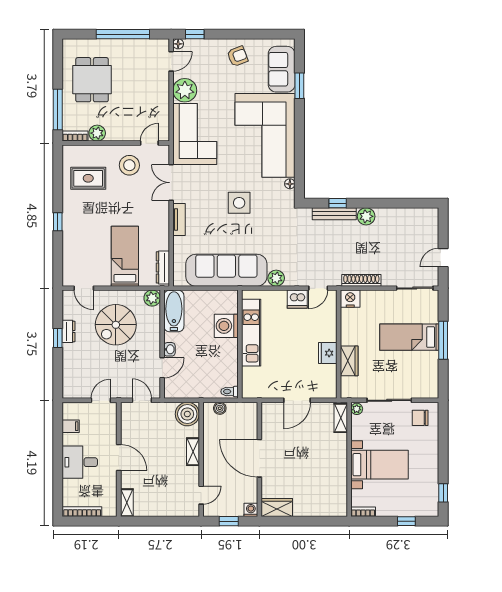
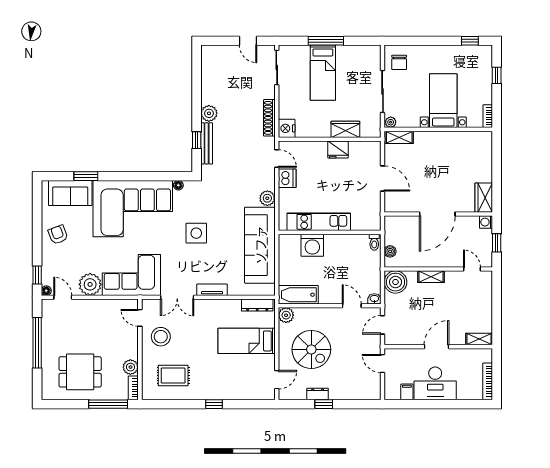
rug: (88, 178) -> (173, 376), turned 90
washbasin: (169, 349) -> (374, 299), moved
desk: (80, 462) -> (435, 383), width x1.37

